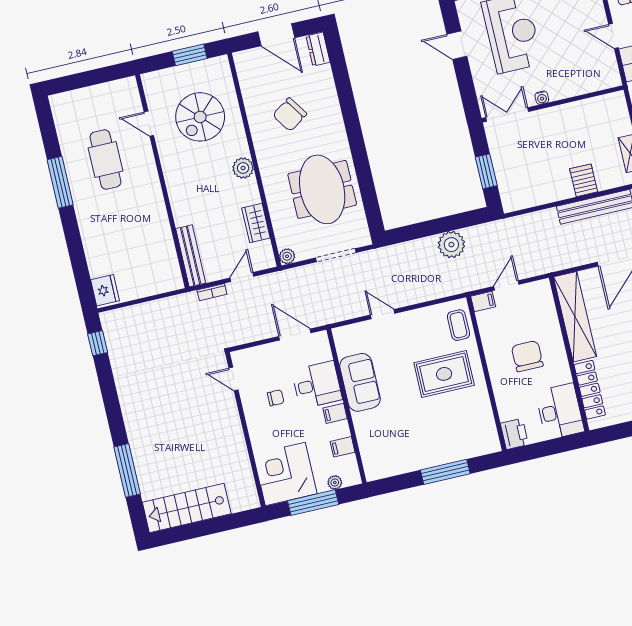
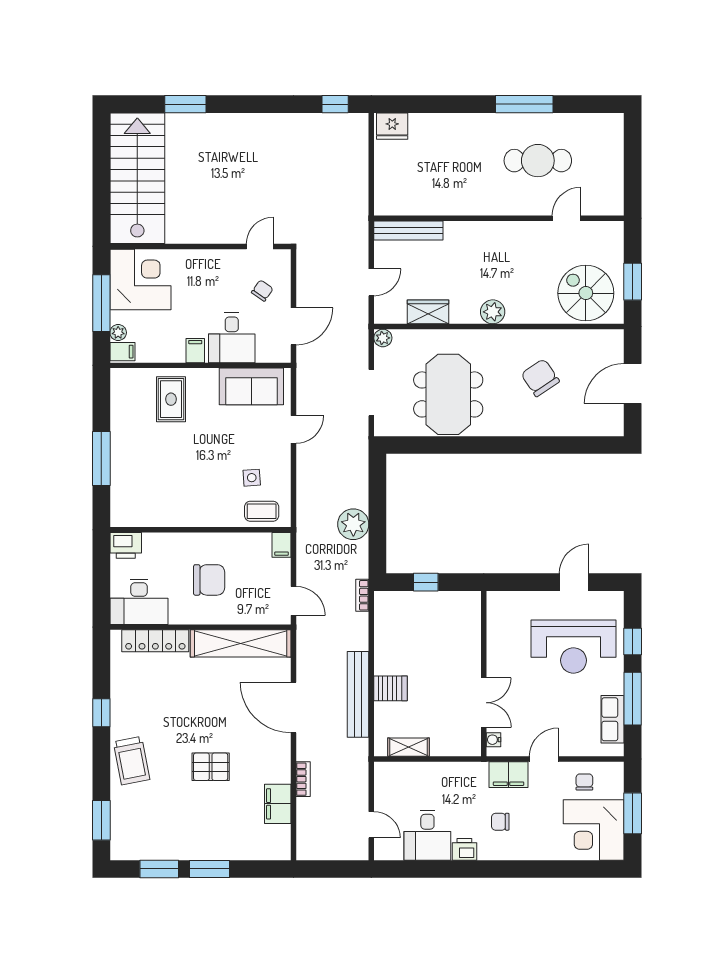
dresser: (318, 49) -> (606, 426), removed
water cooler: (542, 98) -> (494, 740), moved
double door: (507, 114) -> (484, 703), moved
spiral stairs: (200, 117) -> (586, 293), moved
window: (486, 171) -> (426, 582), width x0.67
meeting table: (322, 189) -> (448, 394), turned 90
door: (242, 277) -> (371, 282), hinge flipped
door: (506, 285) -> (293, 601), moved
bookcase: (212, 292) -> (362, 595), moved
side table: (432, 340) -> (252, 478), added
rug: (444, 374) -> (171, 399), moved, width x0.73, depth x0.70
sofa: (360, 382) -> (251, 386), moved
chair: (276, 398) -> (262, 291), moved, turned -145
filing cabinet: (343, 447) -> (122, 352), moved, turned 90
window: (127, 470) -> (185, 104), width x0.69
stairs: (187, 508) -> (137, 178), width x1.36, depth x1.51

